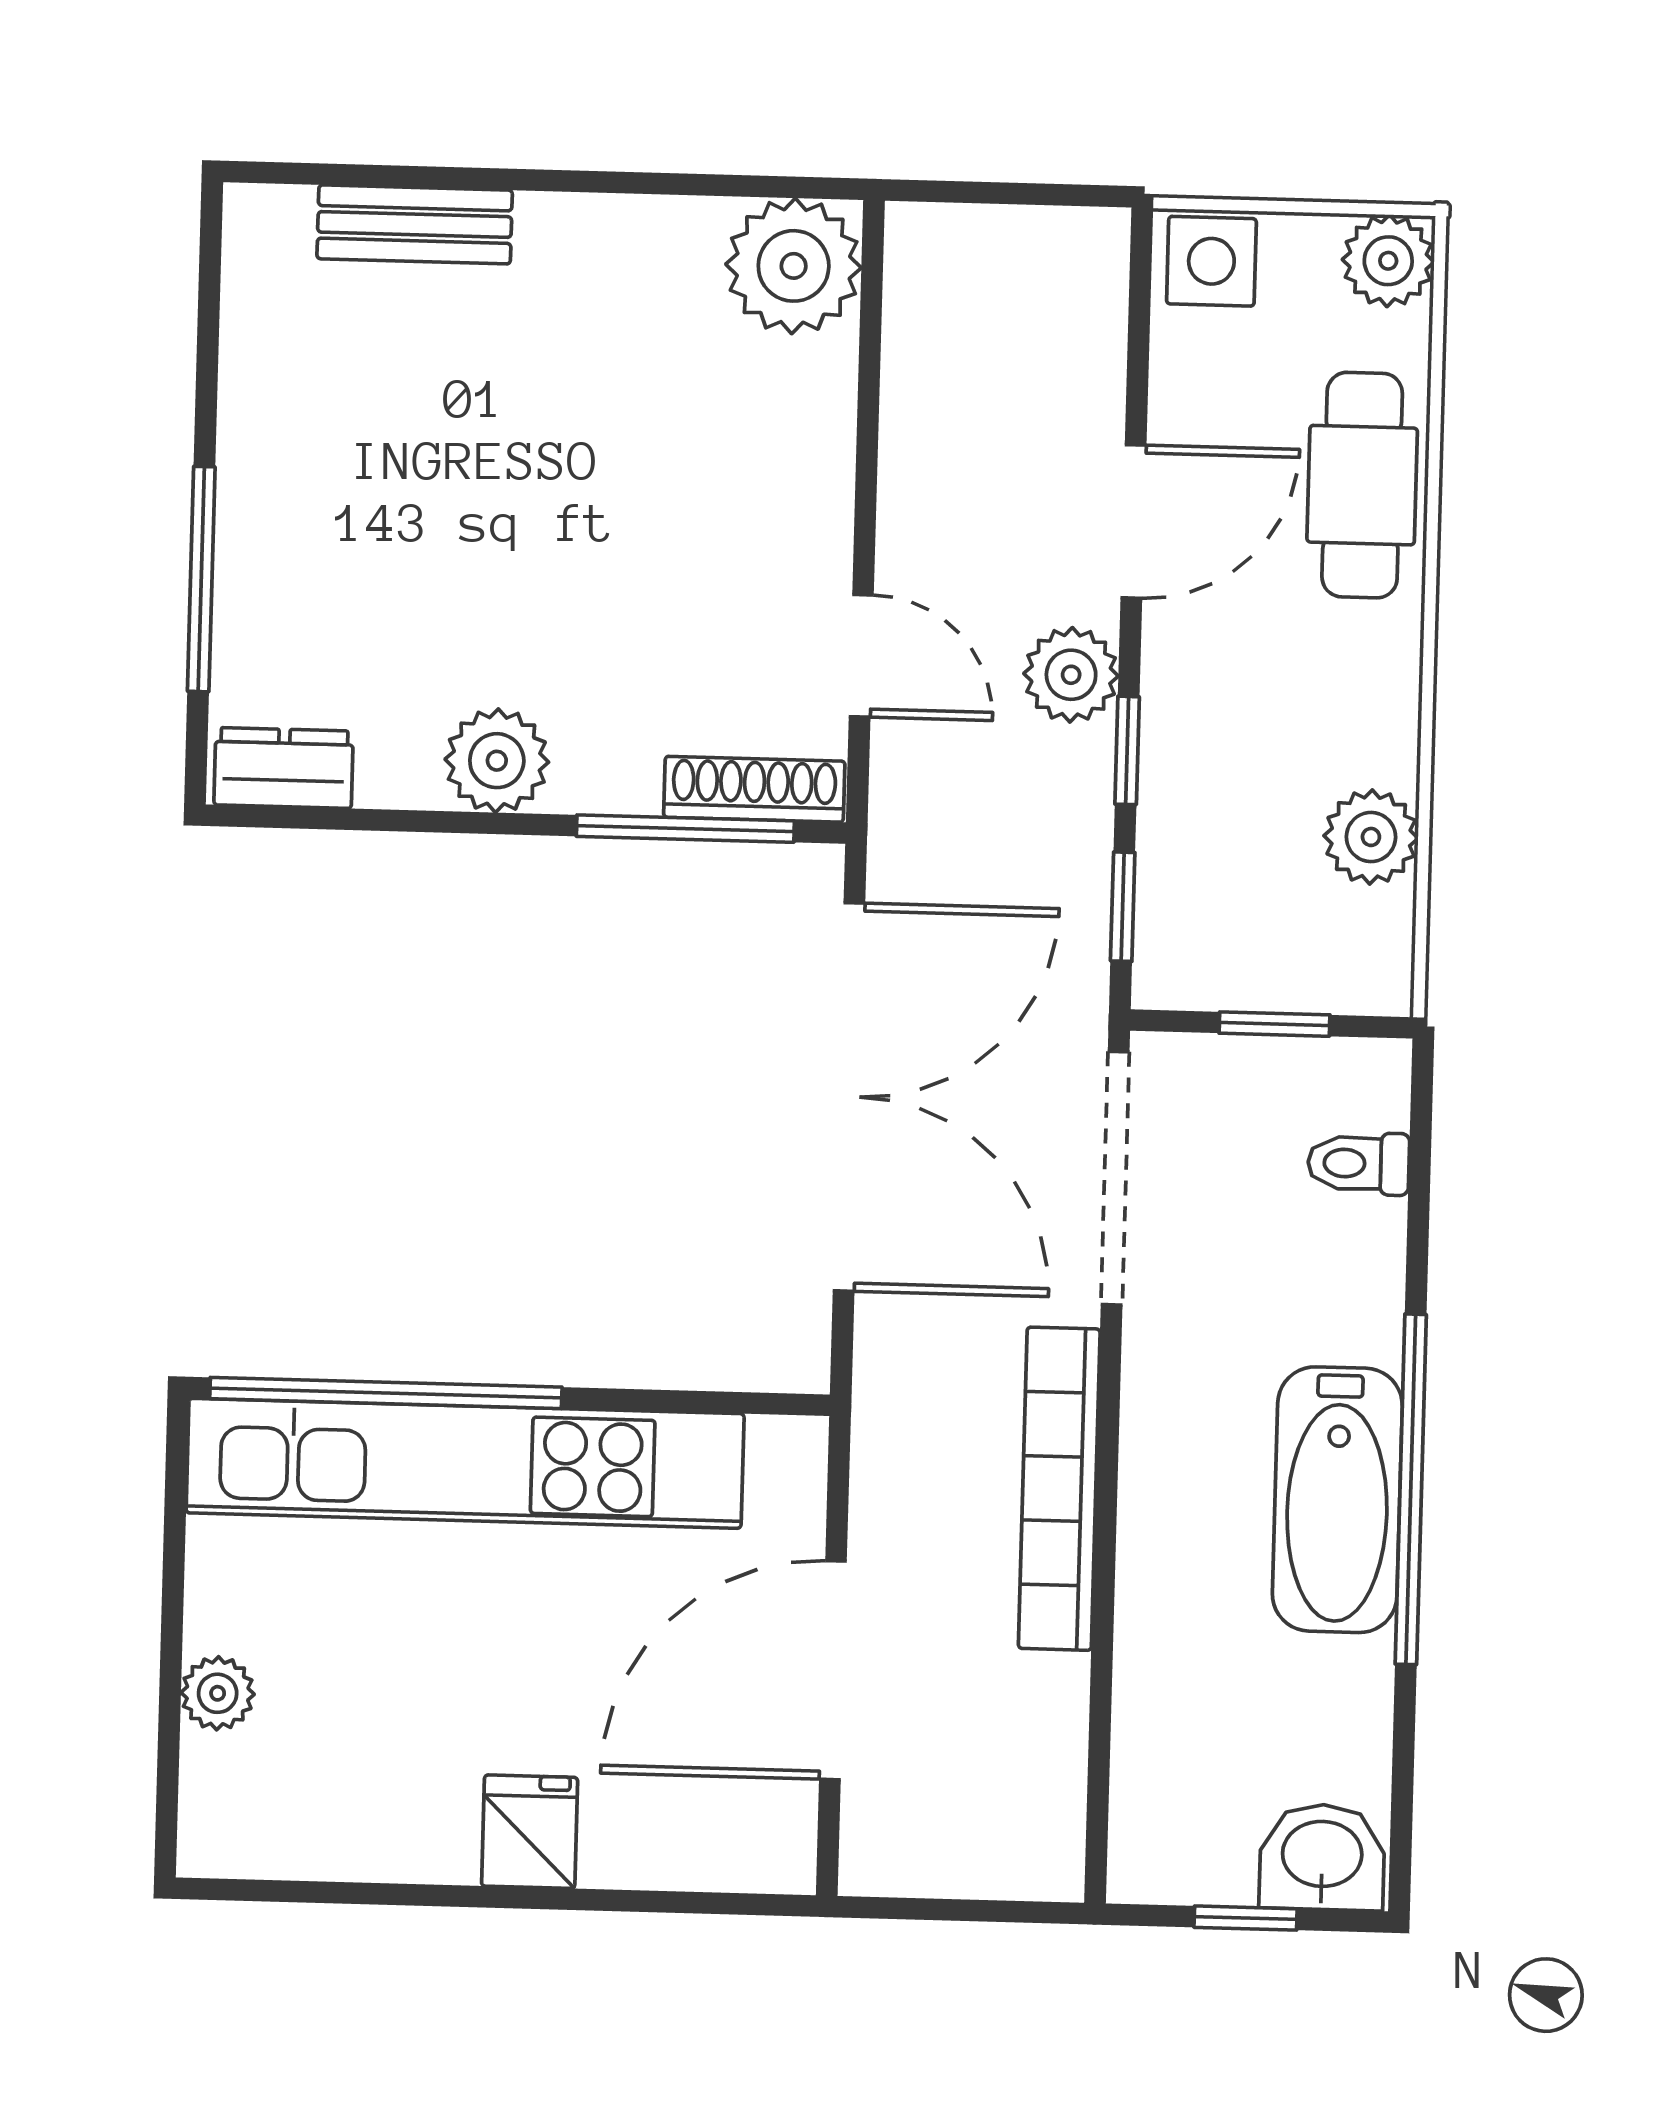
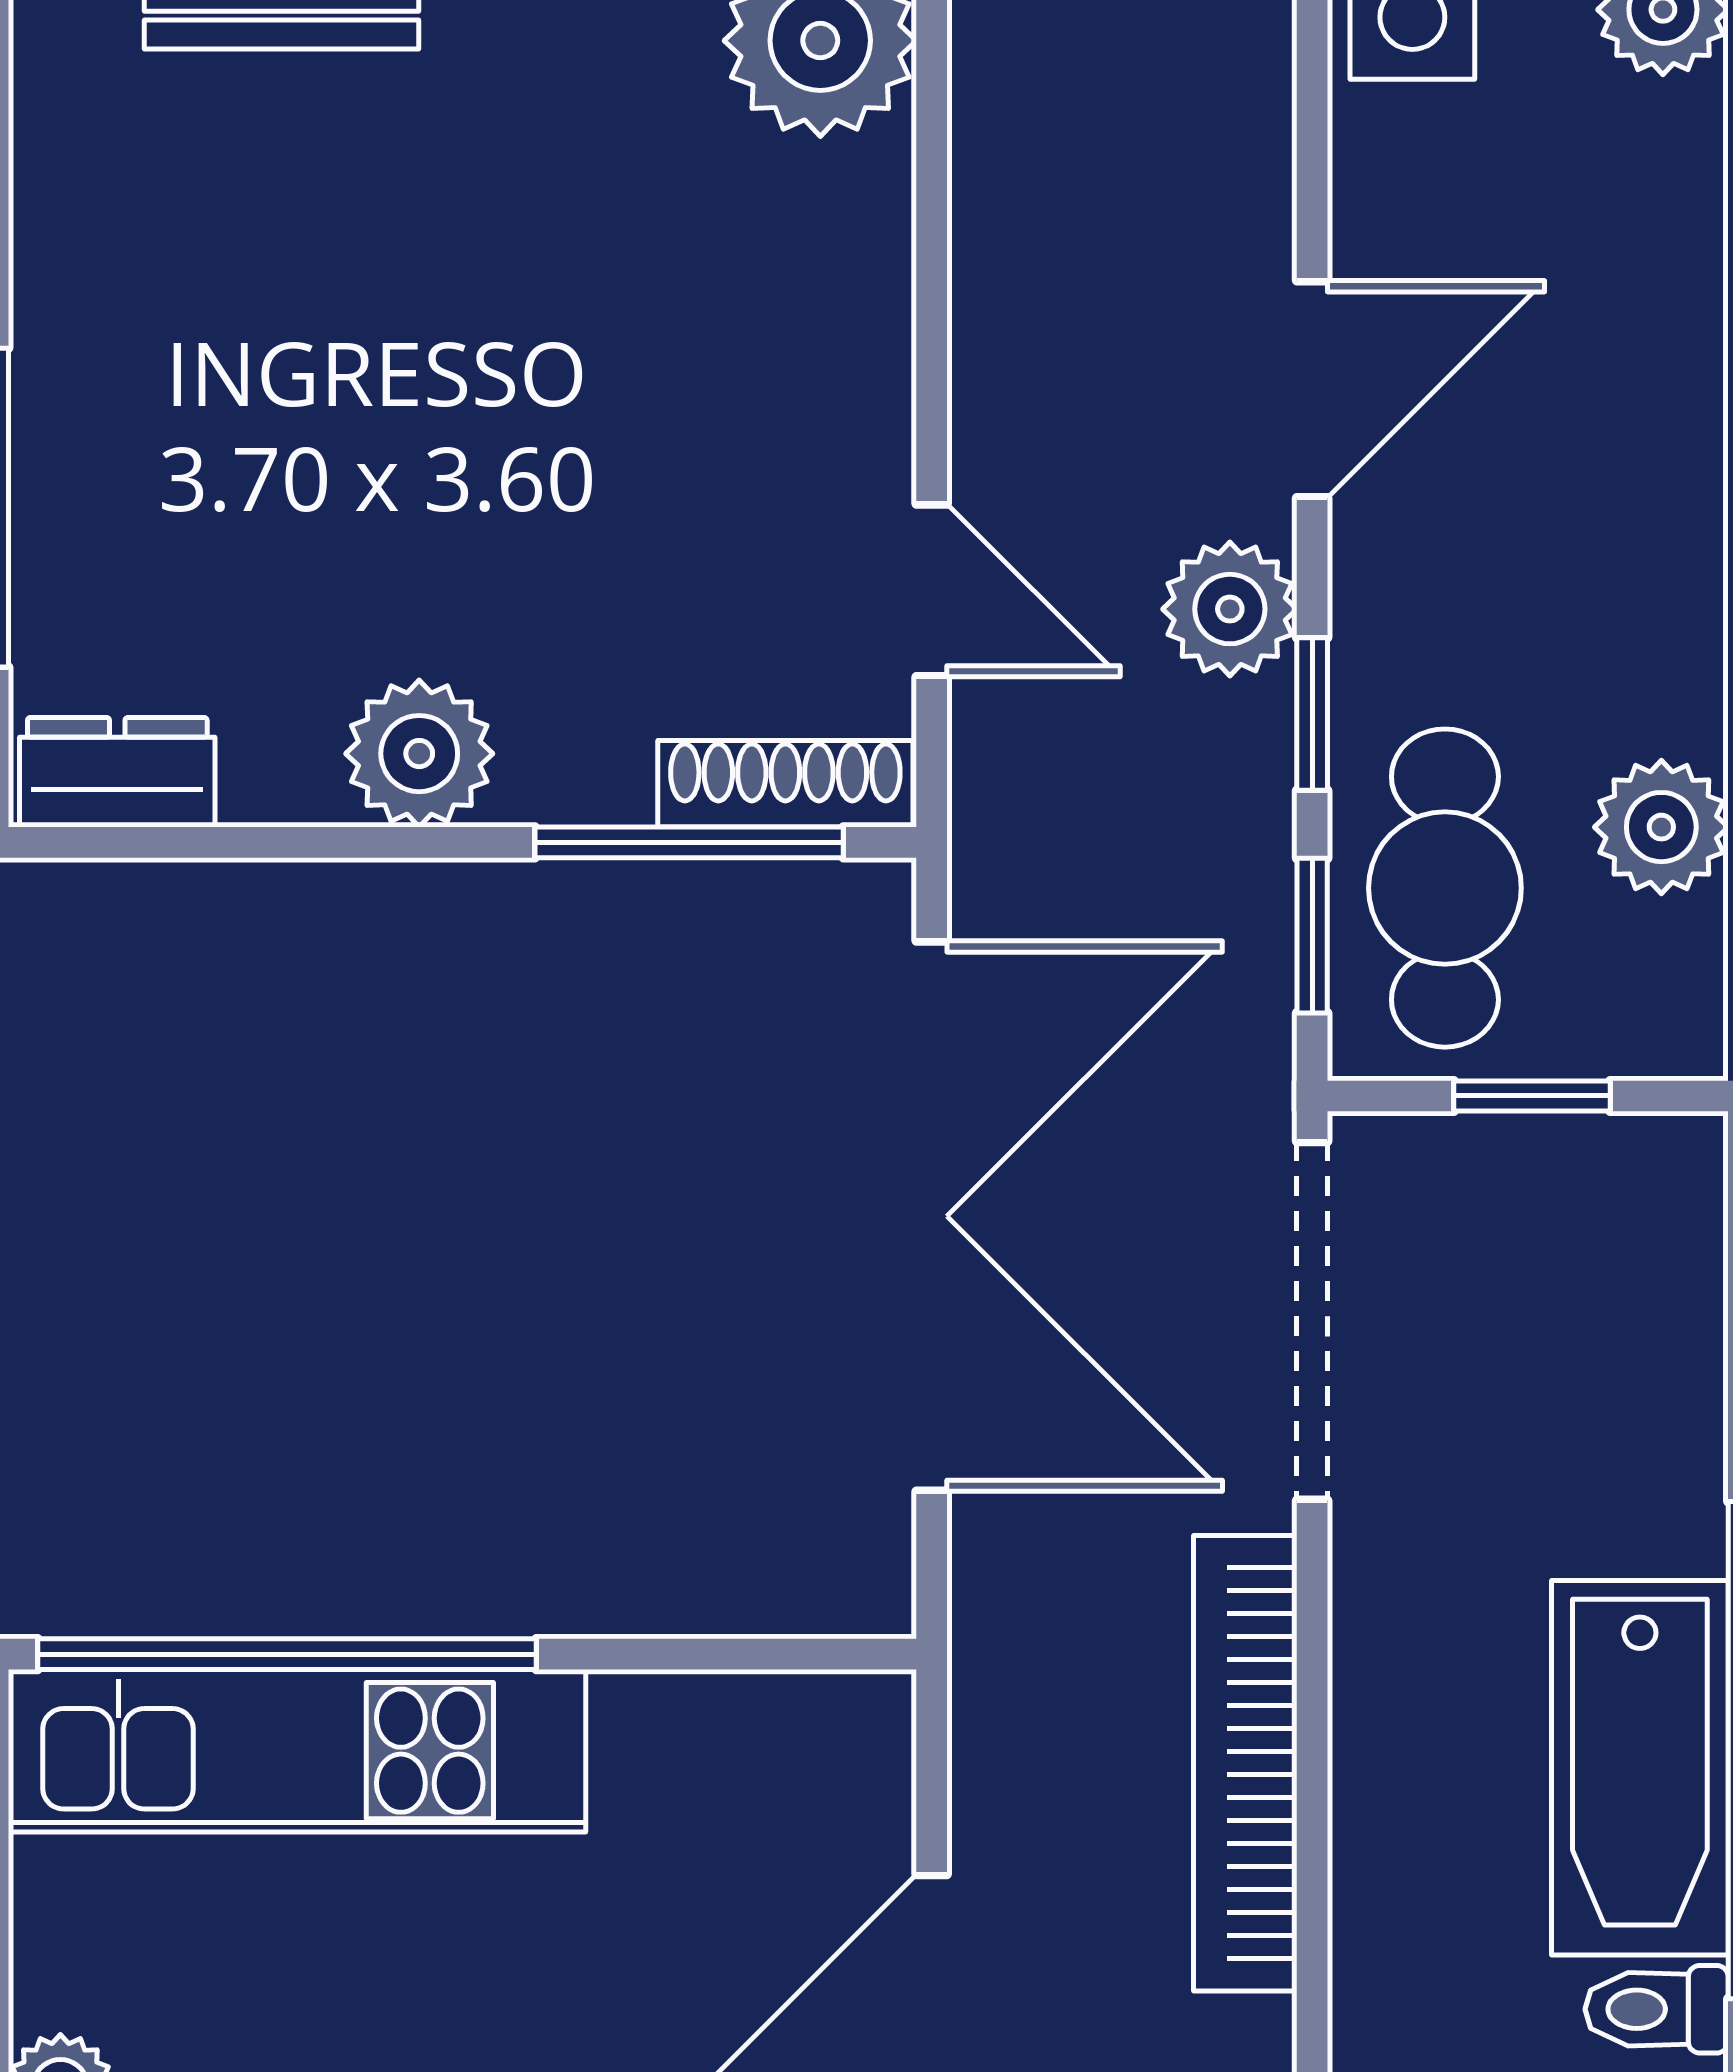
cafe table: (1362, 485) -> (1445, 888), moved
toilet: (1359, 1163) -> (1657, 2009), moved
kitchen unit: (465, 1463) -> (297, 1751), width x0.73

